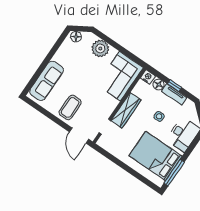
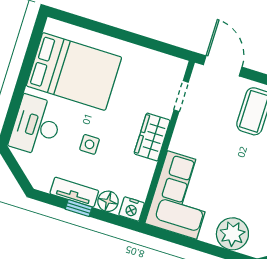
wardrobe: (126, 110) -> (152, 137), width x0.67
window: (174, 173) -> (31, 52), removed

